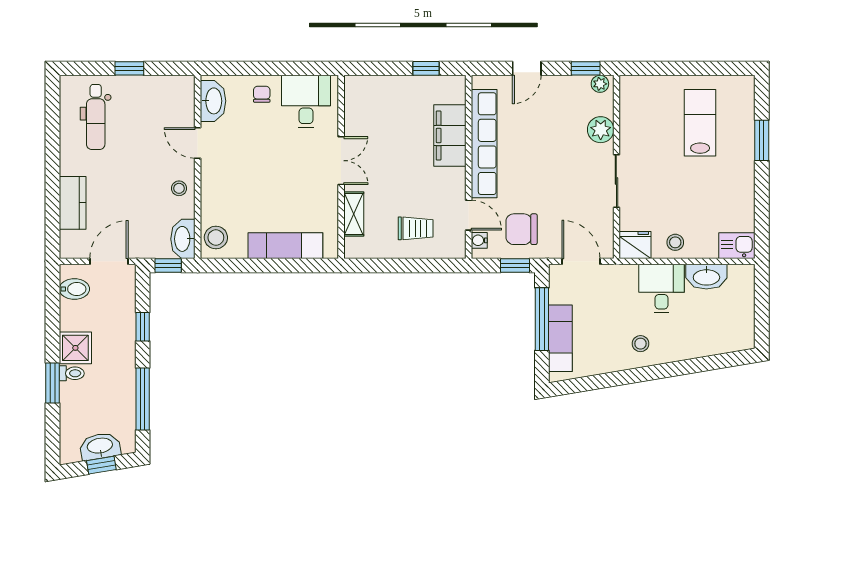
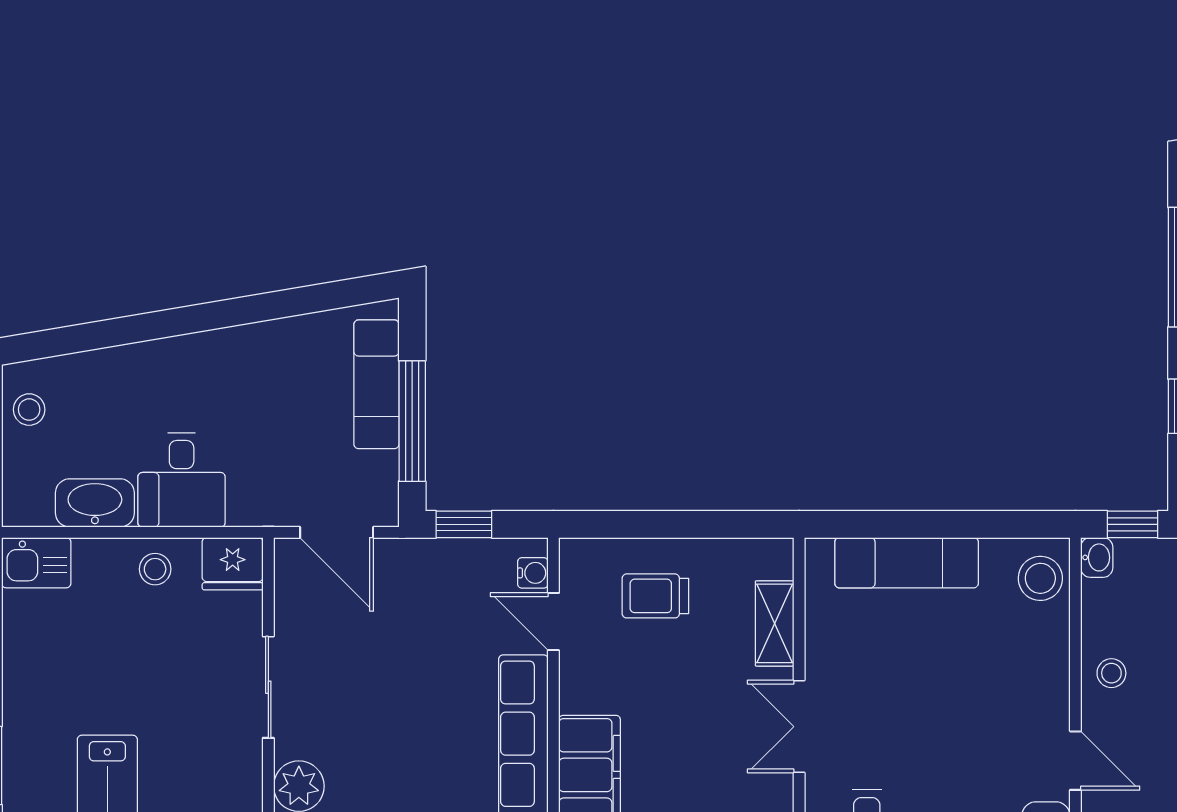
chair: (522, 229) -> (451, 594), removed
washbasin: (183, 239) -> (1097, 557), width x0.52, depth x0.69
stool: (640, 344) -> (29, 410), moved

